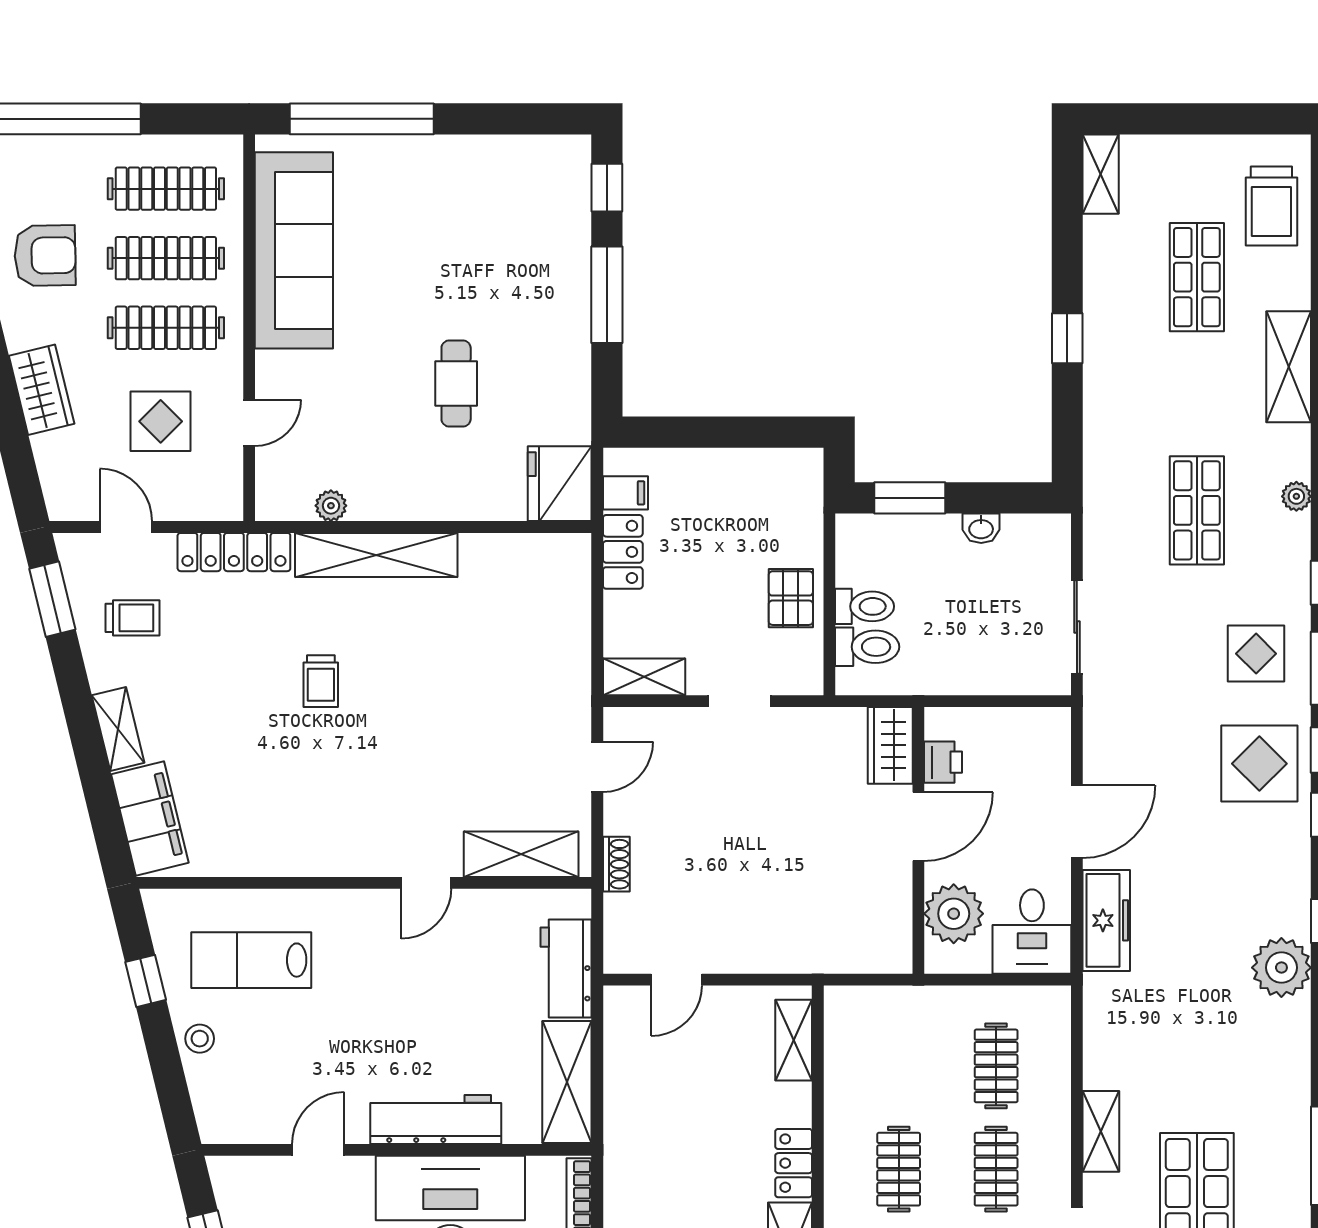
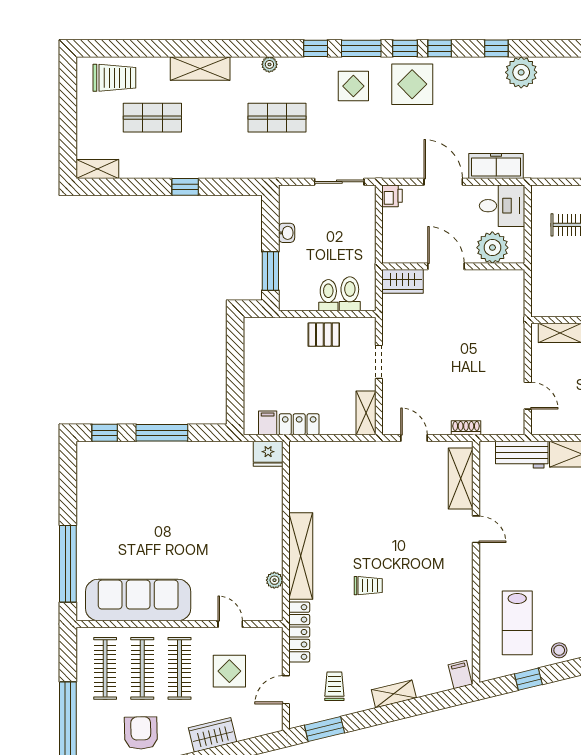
cafe table: (456, 384) -> (209, 513), removed
fridge: (560, 484) -> (268, 454), width x0.73, depth x0.75
printer: (943, 762) -> (392, 196), moved, turned 90
filing cabinet: (150, 819) -> (460, 675), width x0.33, depth x0.86

